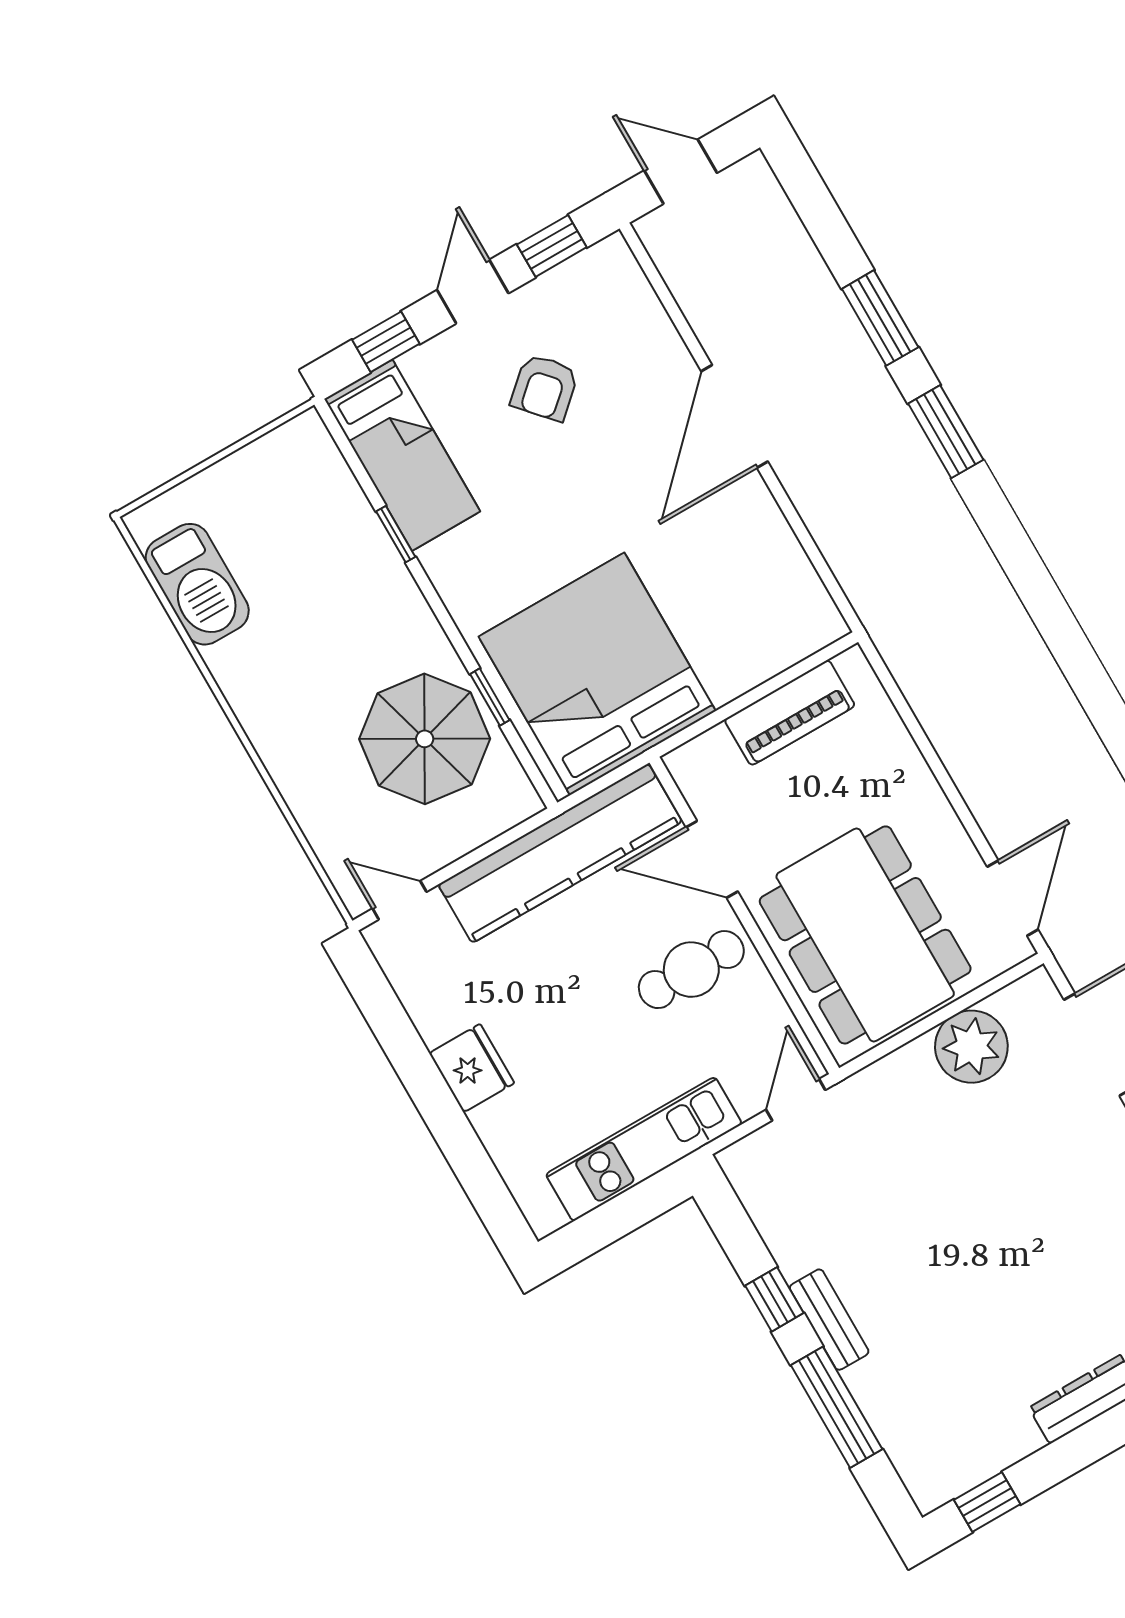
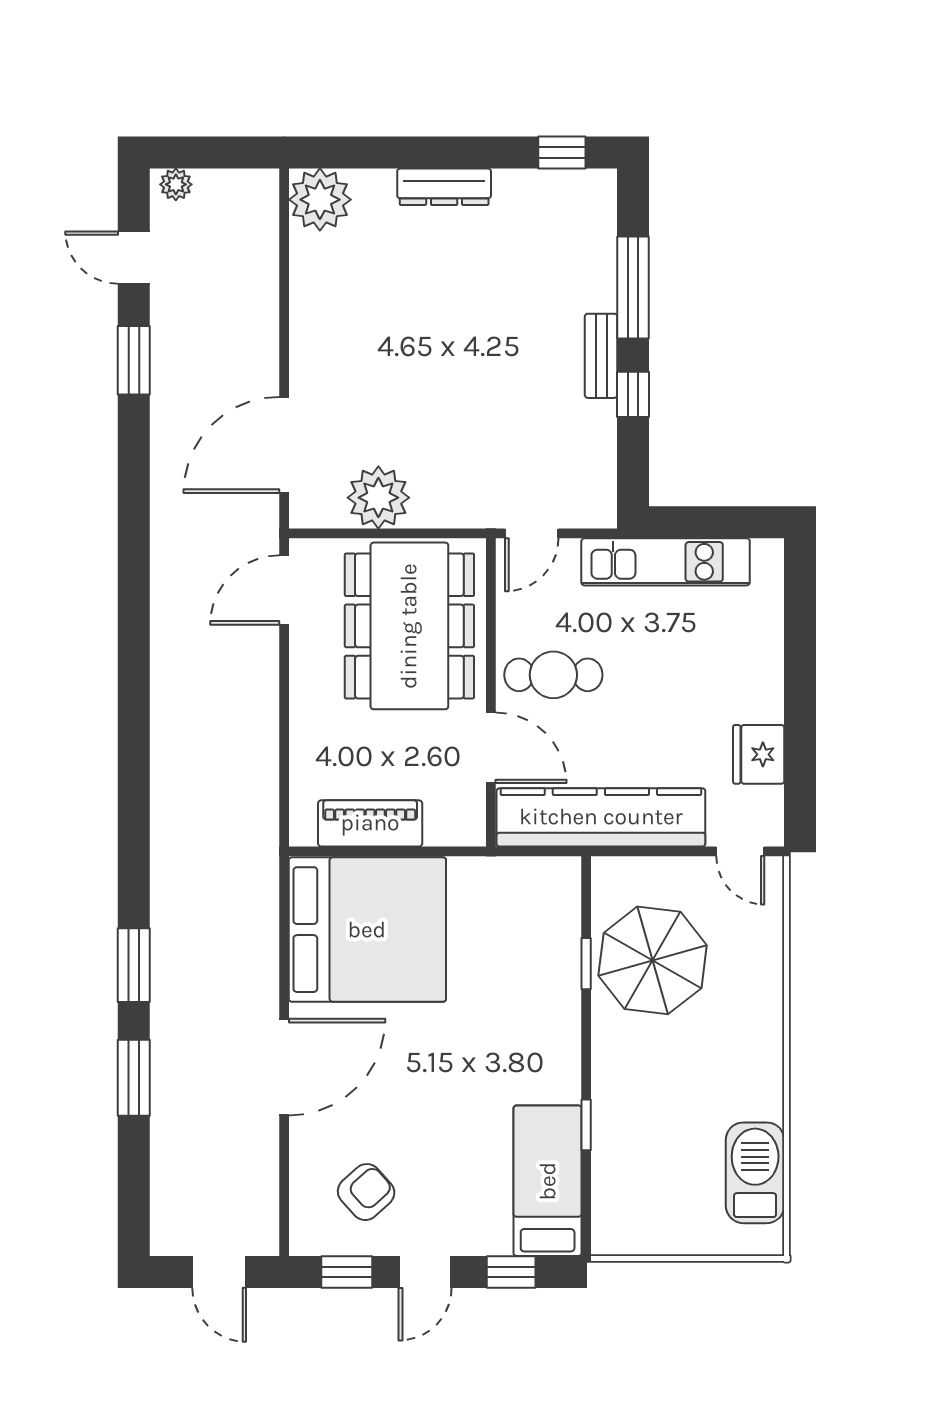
armchair: (545, 387) -> (366, 1192), moved
bed: (597, 674) -> (367, 930), moved, turned -90
fridge: (472, 1068) -> (759, 754), moved

